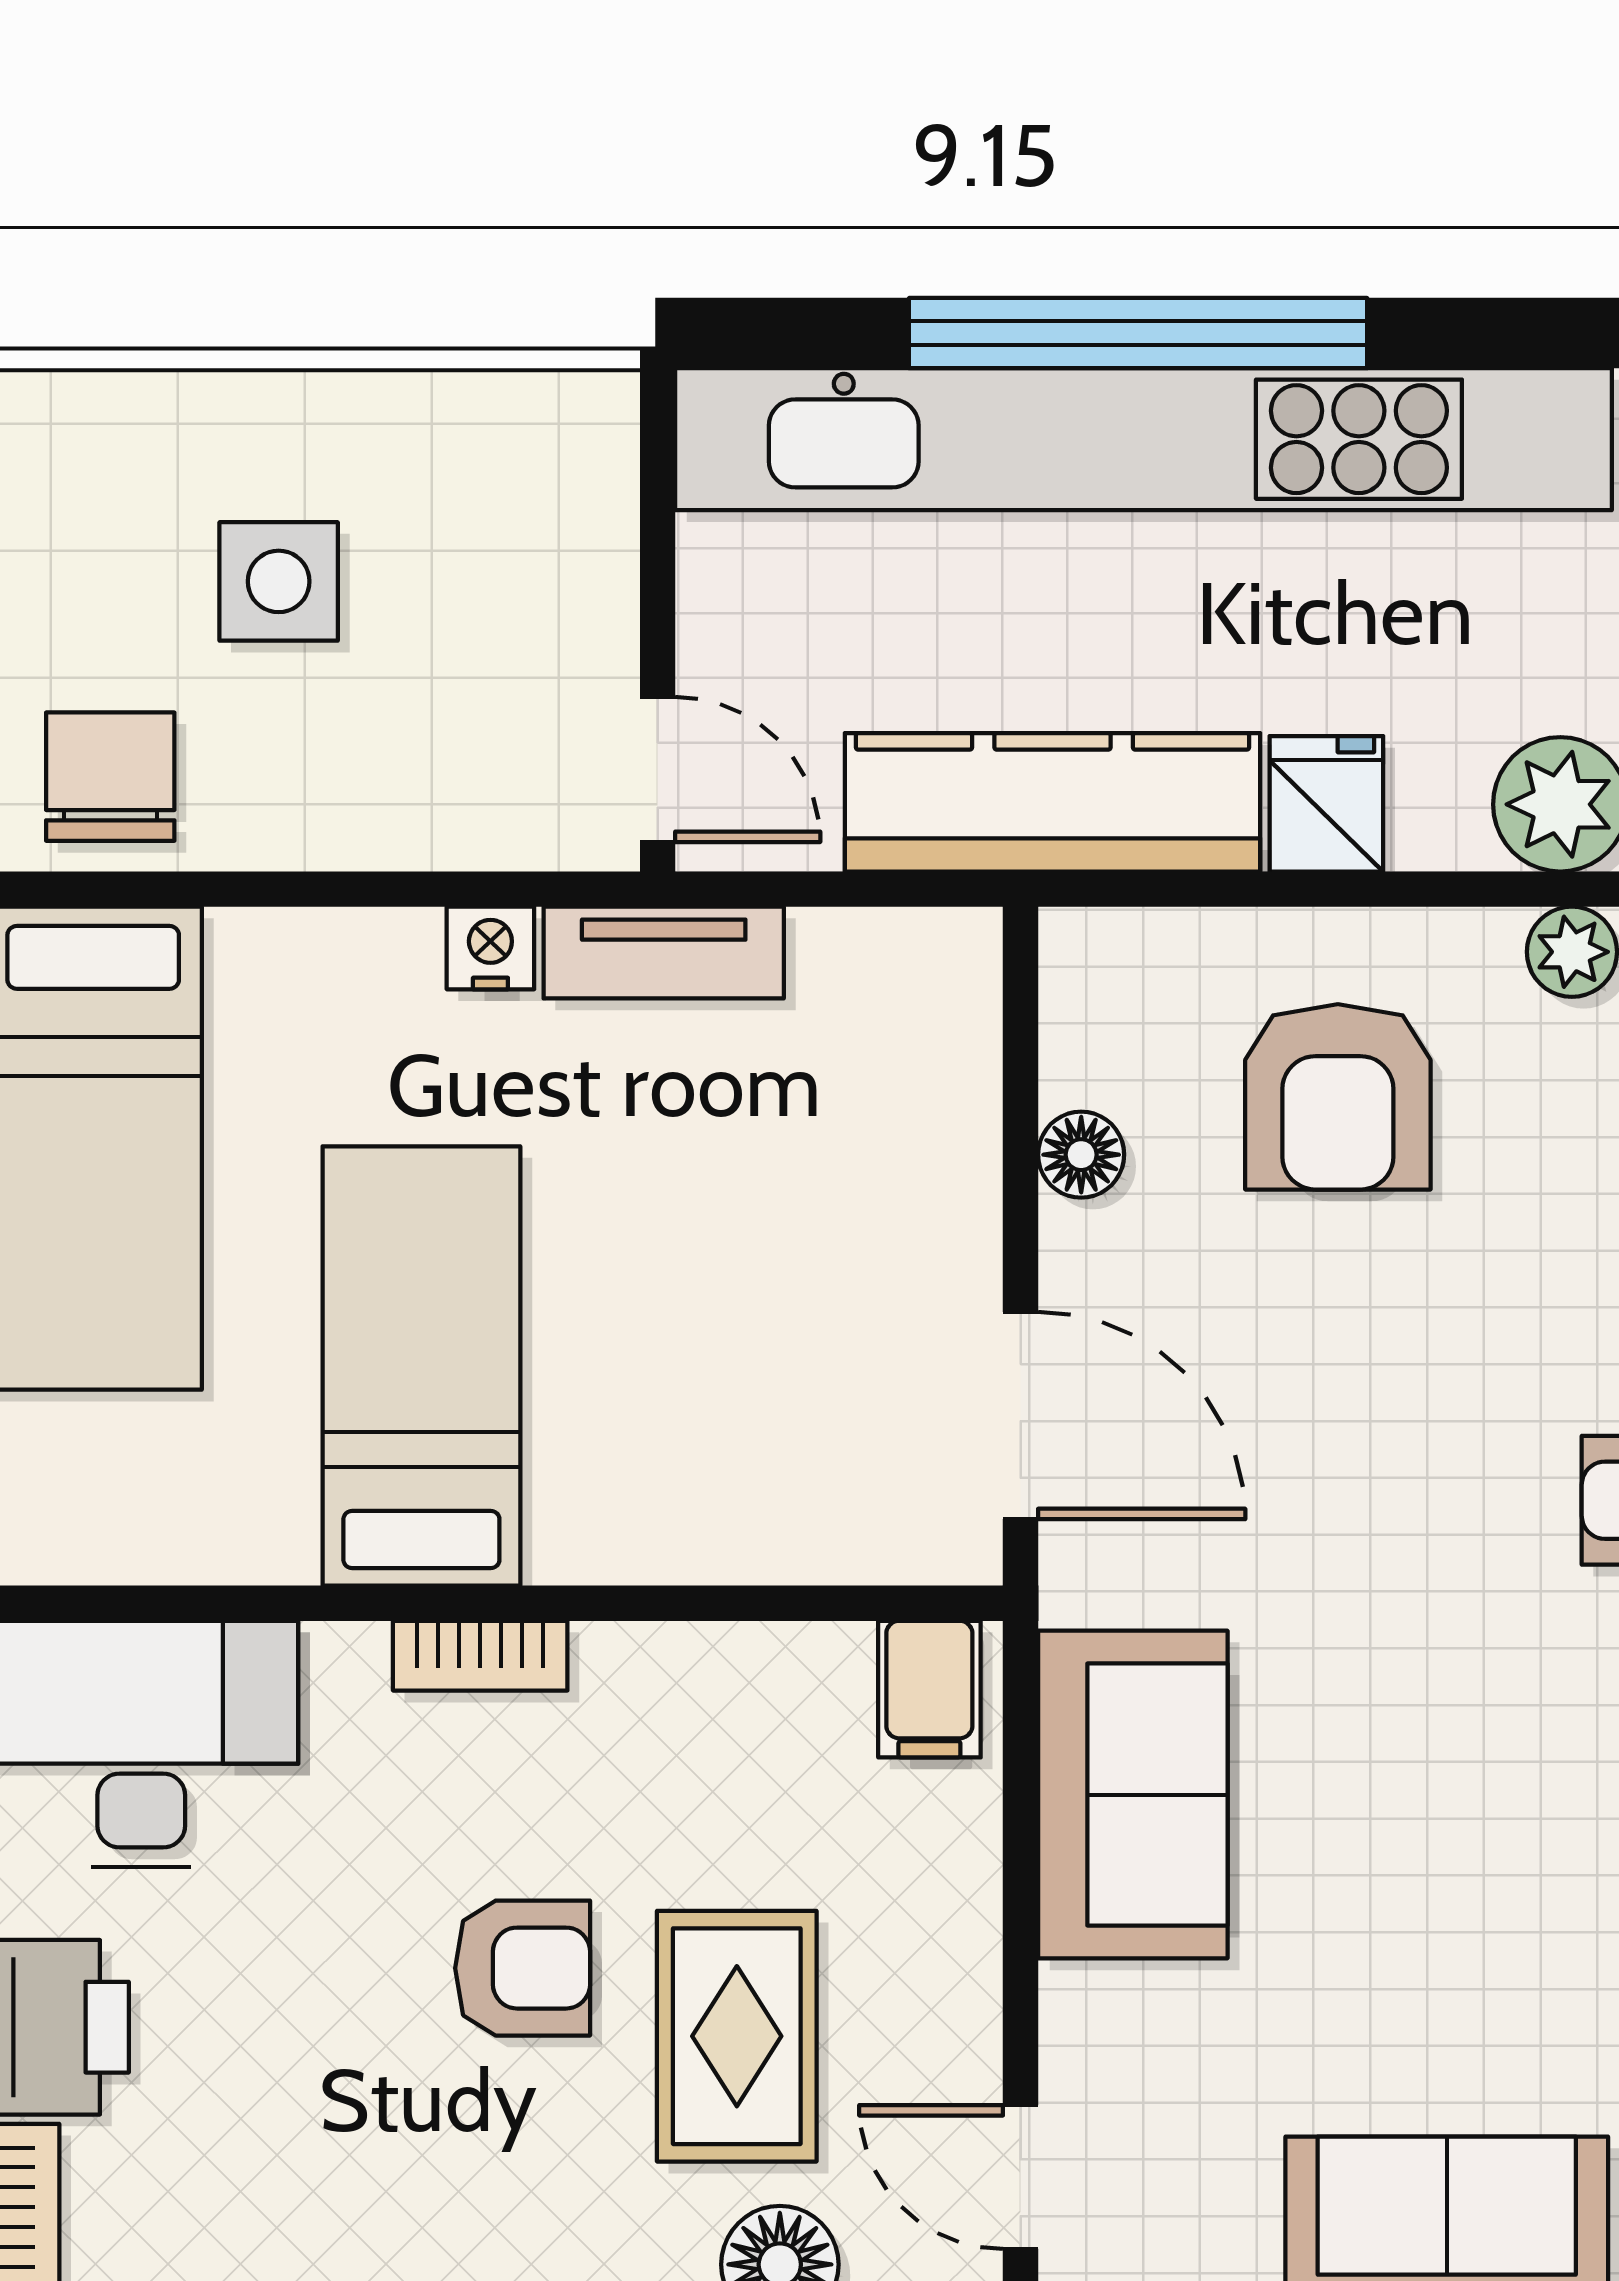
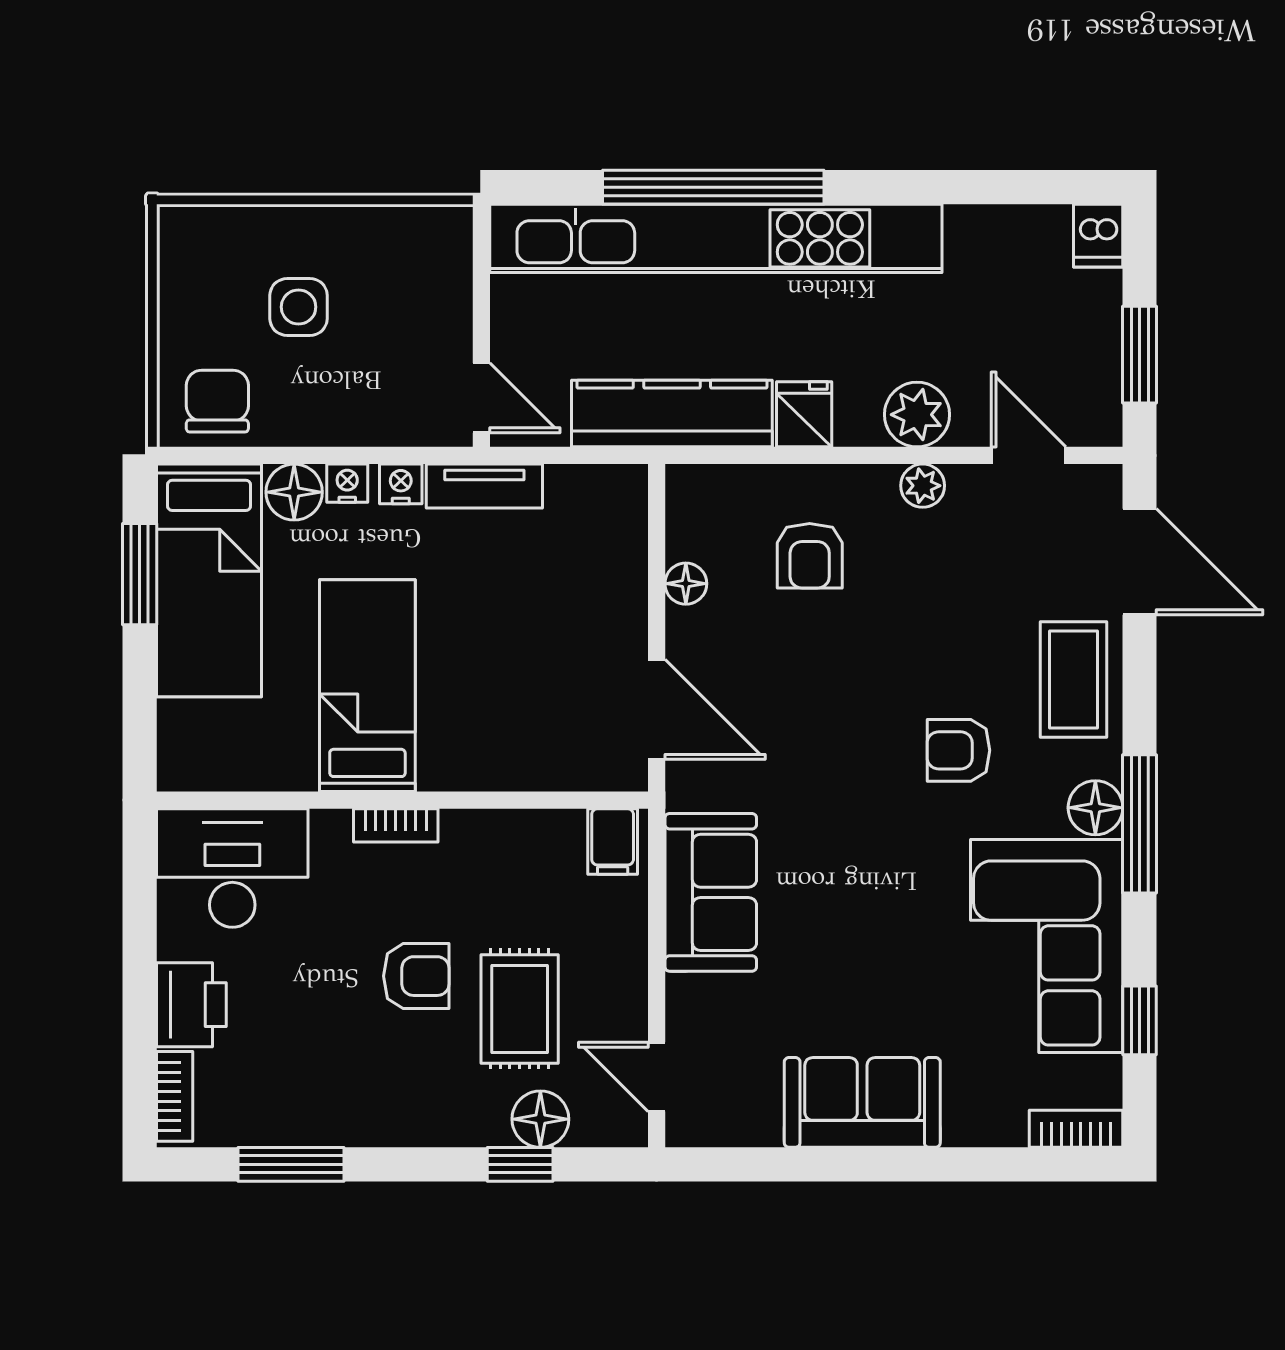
nightstand: (379, 947) -> (347, 483), added
floor lamp: (269, 965) -> (294, 492), added
armchair: (1338, 1097) -> (810, 556), width x0.72, depth x0.72

